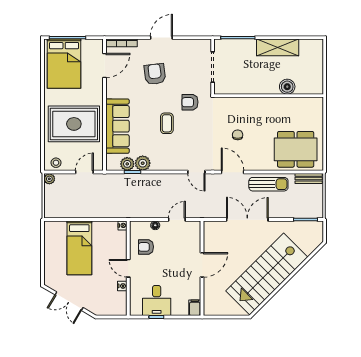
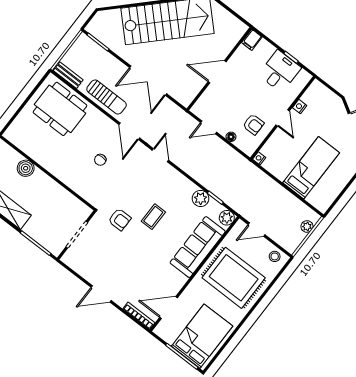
armchair: (155, 74) -> (131, 267), removed
plant: (127, 164) -> (227, 218), moved
plant: (49, 179) -> (307, 226), moved
sun lounger: (268, 184) -> (107, 97), turned 180

